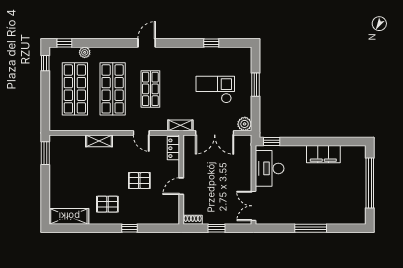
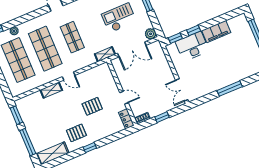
door: (141, 133) -> (69, 76), moved
window: (297, 141) -> (194, 30), added
locker: (173, 148) -> (126, 119), moved
desk: (270, 168) -> (192, 46), moved, turned 90
door: (181, 186) -> (124, 98), swing flipped
window: (45, 191) -> (28, 142), added
window: (129, 228) -> (90, 148), moved

